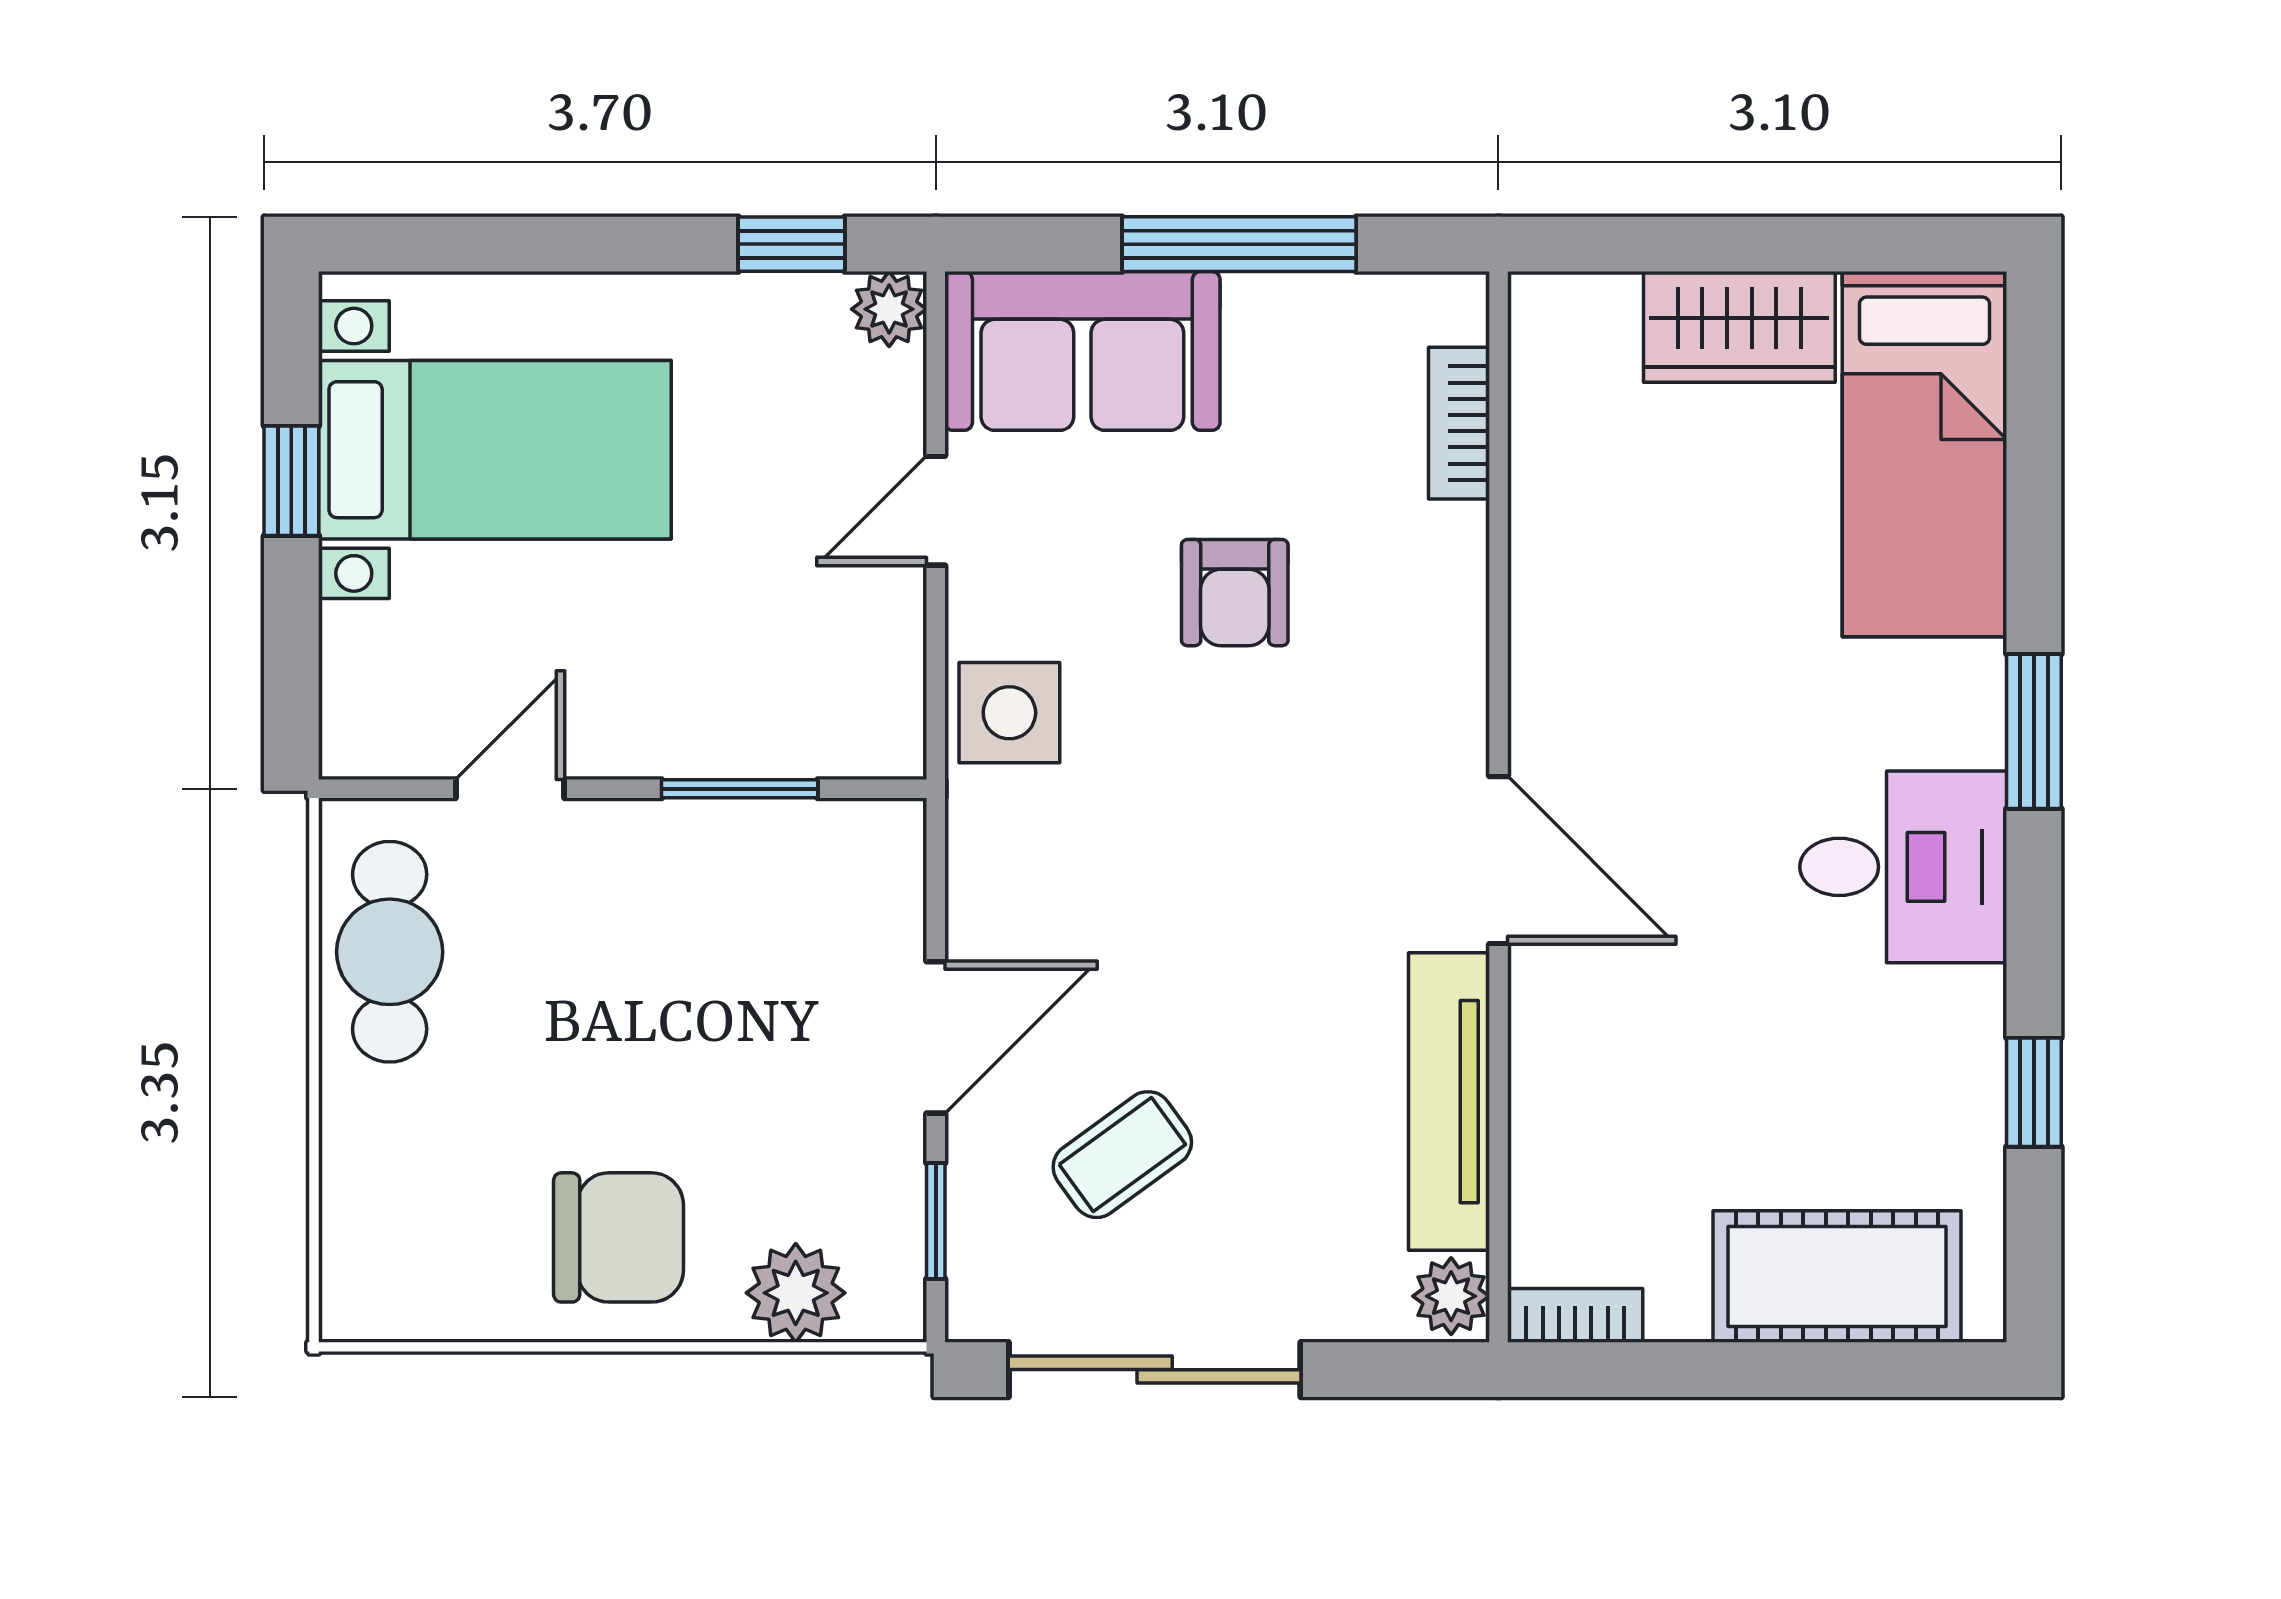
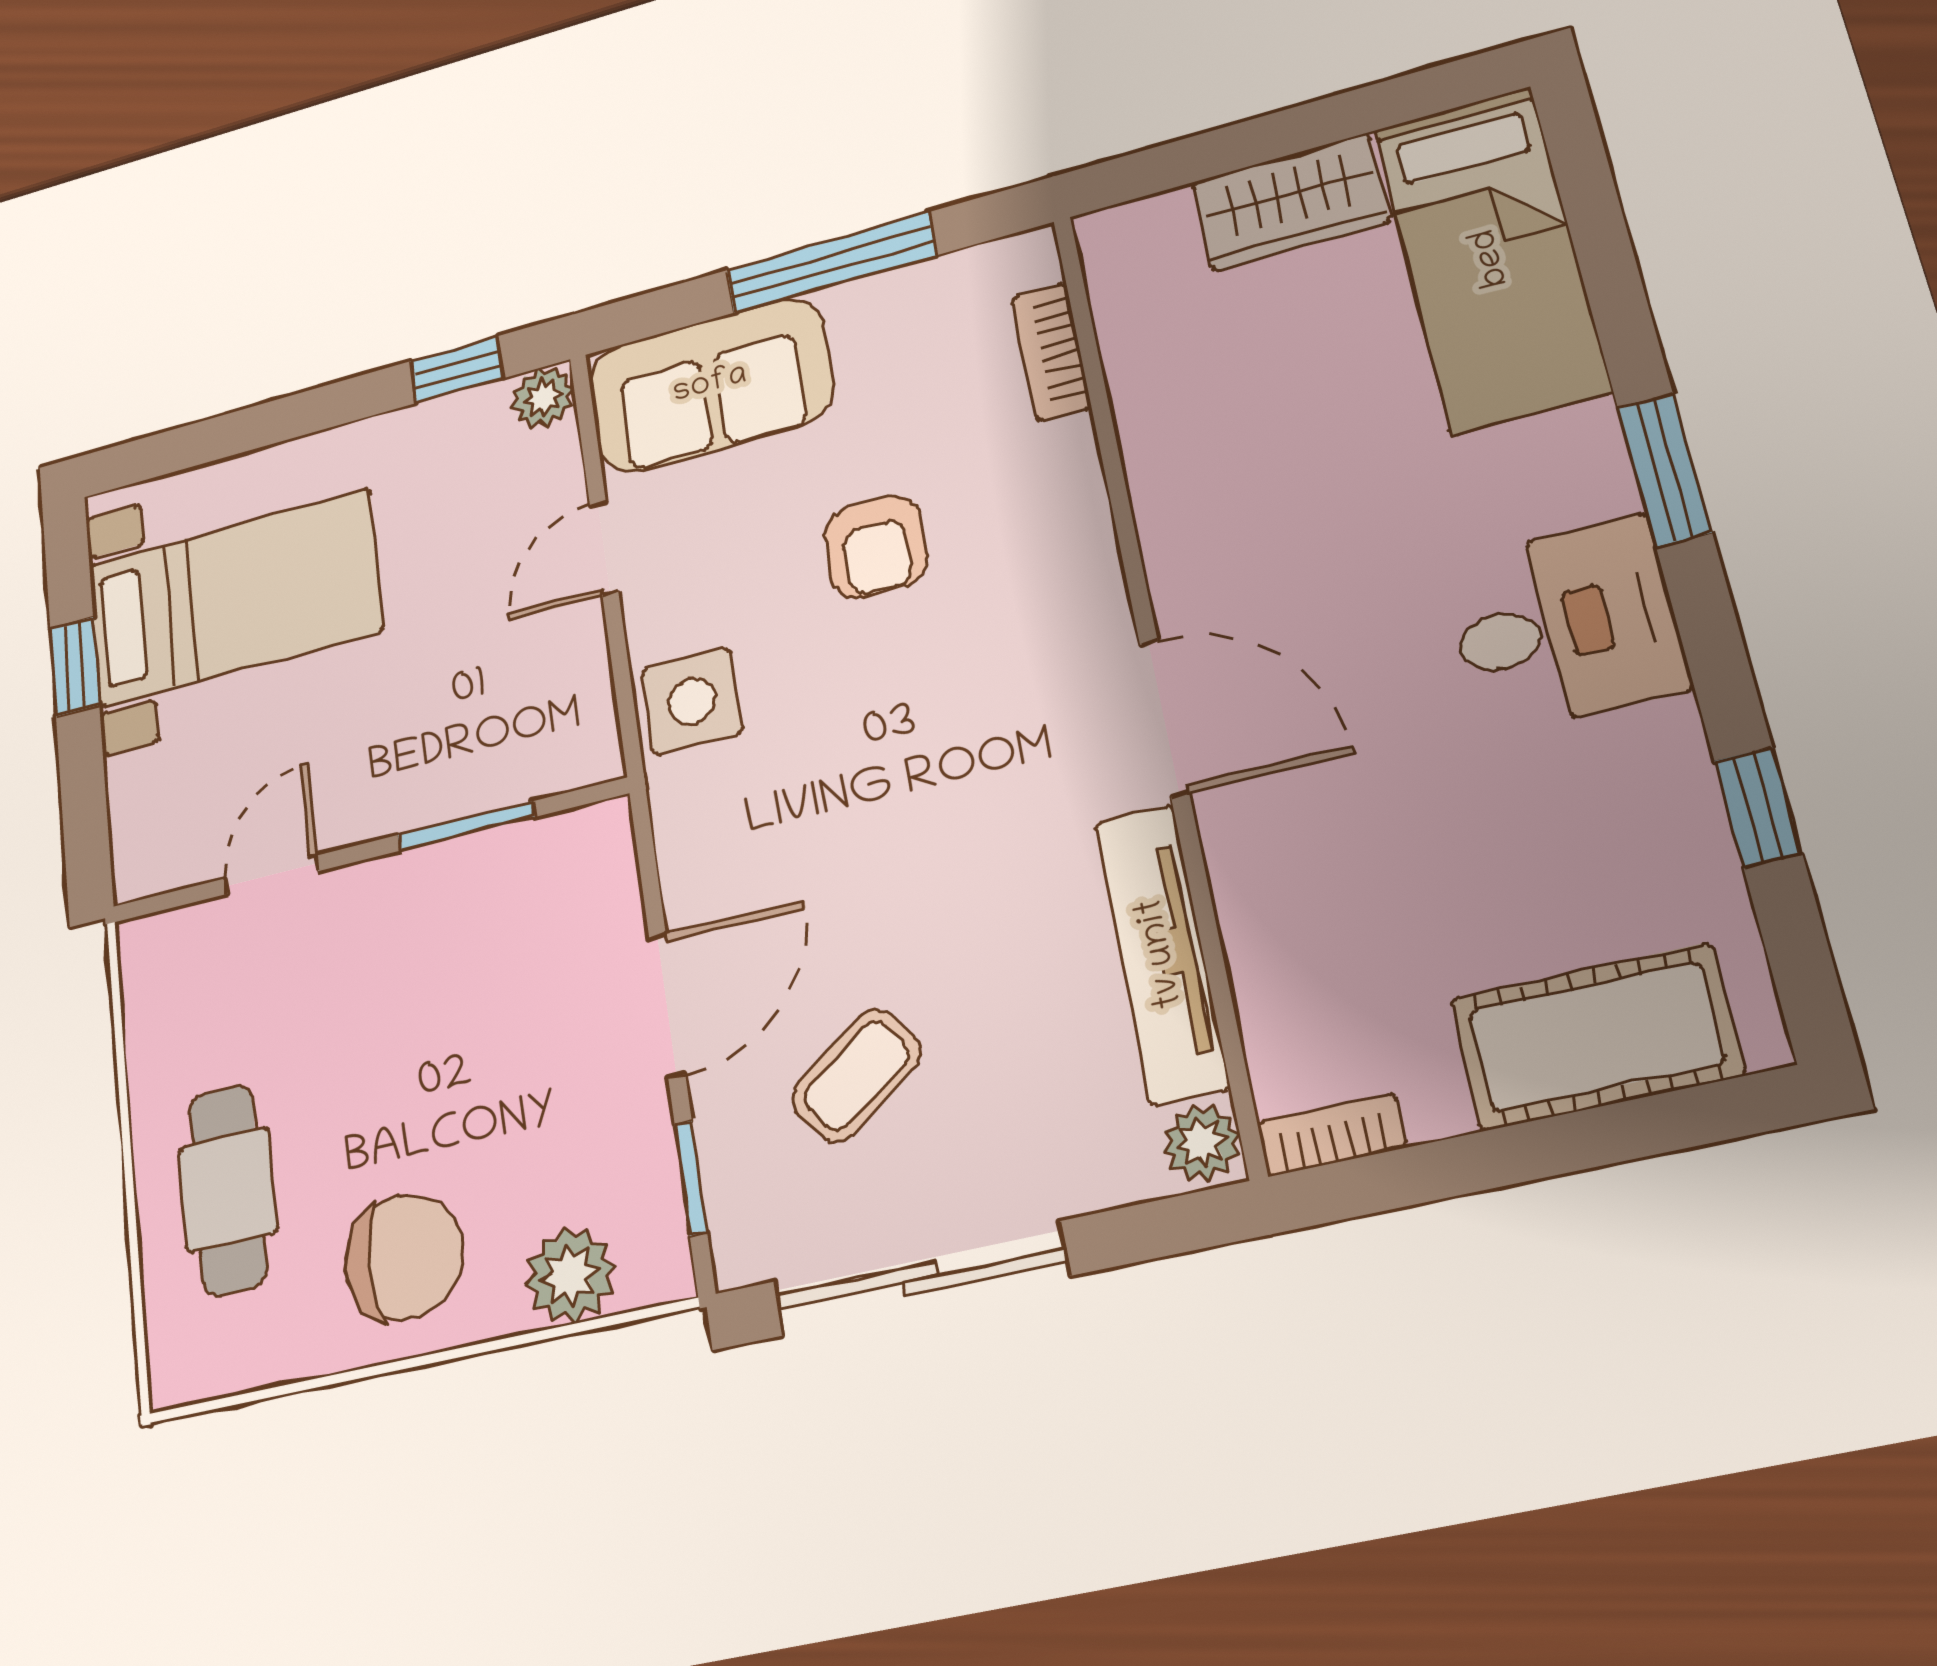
cafe table: (390, 952) -> (228, 1190), moved

